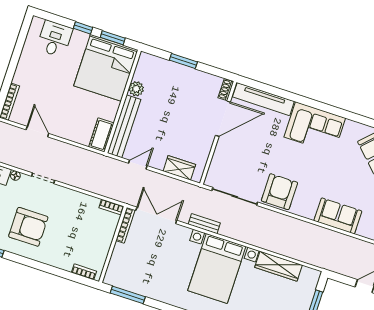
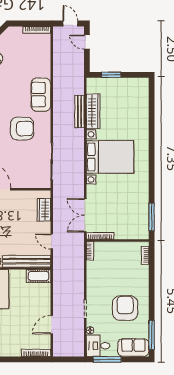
armchair: (279, 192) -> (22, 129), moved, turned 180
sofa: (338, 216) -> (41, 95), moved
bench: (204, 224) -> (80, 112), moved, width x1.36

